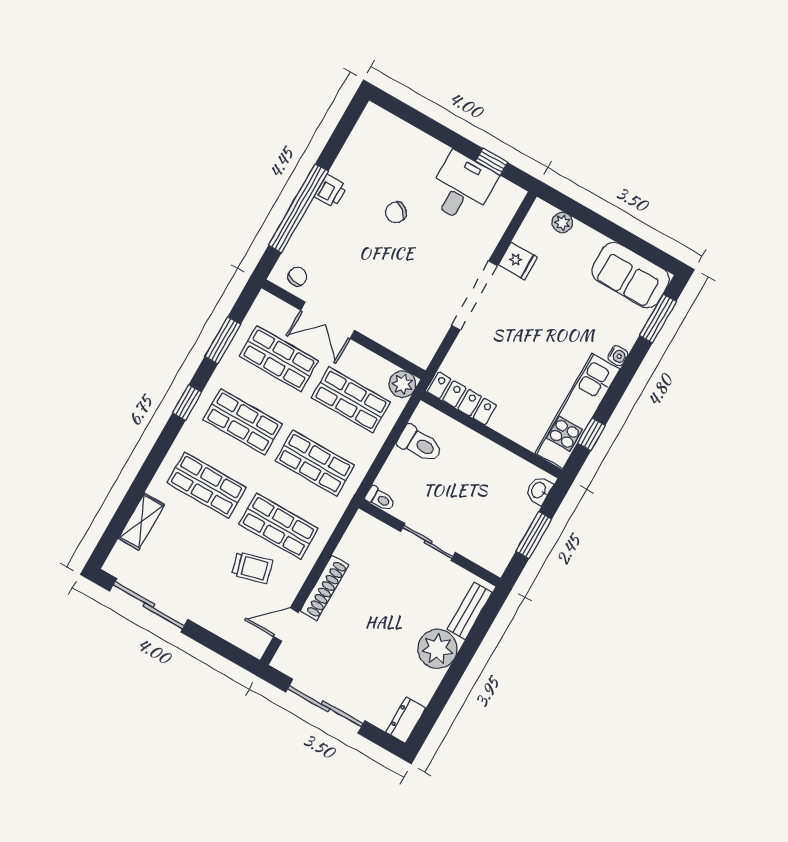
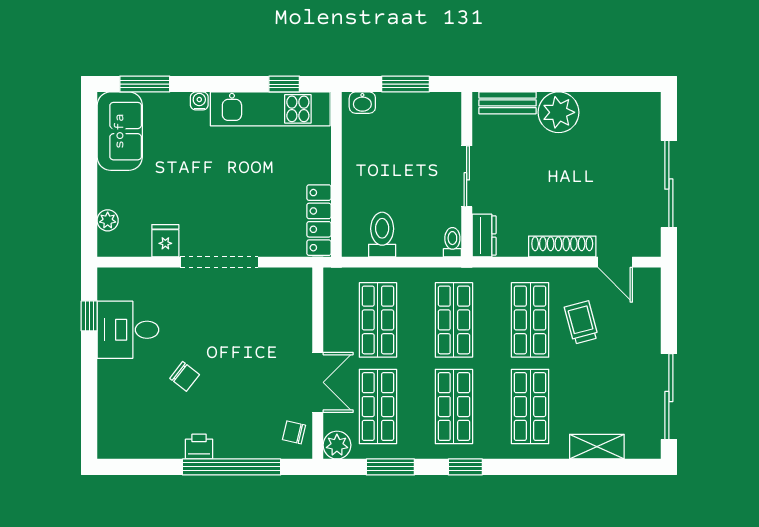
plant: (402, 384) -> (337, 445), moved
dresser: (406, 720) -> (484, 235), moved, turned -90

